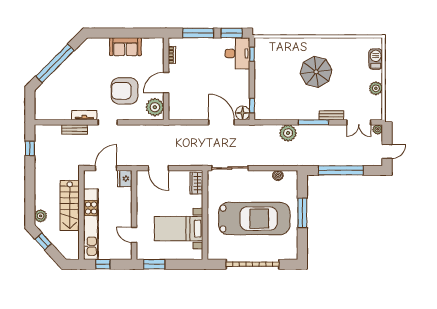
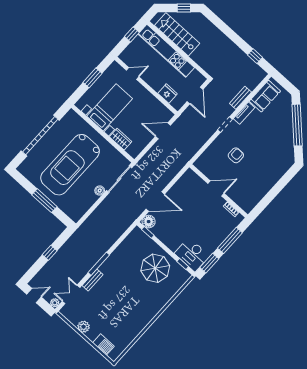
sofa: (125, 47) -> (265, 96), moved, turned 180
parasol: (316, 72) -> (155, 268), moved
door: (166, 83) -> (216, 188), hinge flipped
armchair: (125, 91) -> (236, 155), width x0.53, depth x0.53
plant: (155, 107) -> (206, 166), removed
plant: (288, 133) -> (107, 240), removed
door: (387, 151) -> (34, 296), swing flipped
window: (341, 170) -> (50, 253), width x0.32
boiler: (278, 176) -> (100, 191), moved
fridge: (125, 179) -> (168, 94), moved
wardrobe: (196, 183) -> (121, 139), moved
stairs: (70, 205) -> (177, 34), moved
plant: (41, 216) -> (203, 22), removed
window: (154, 264) -> (93, 78), moved

